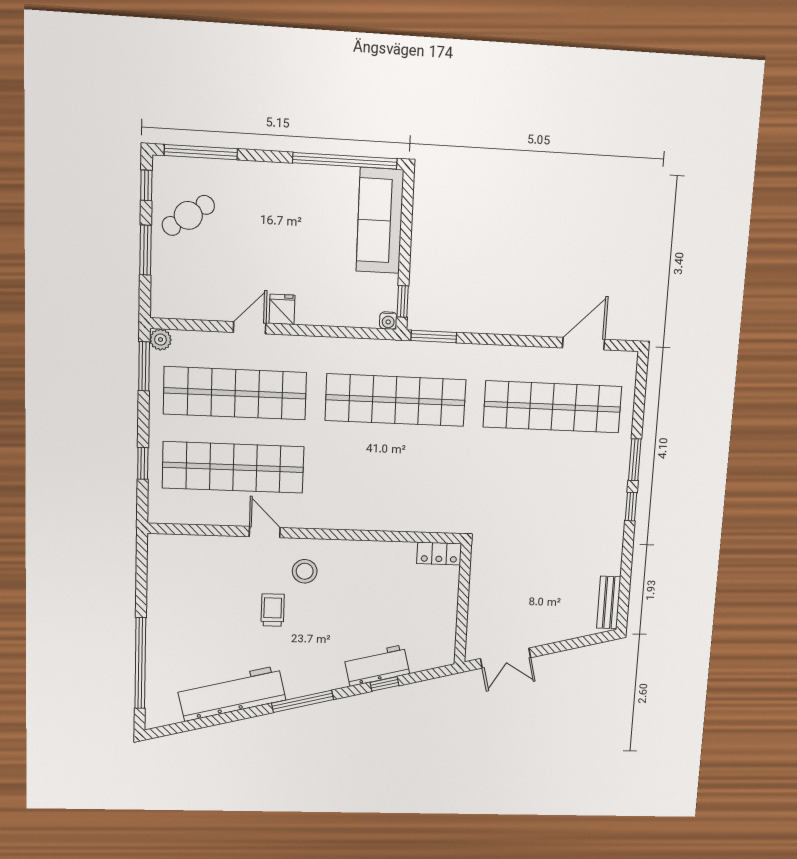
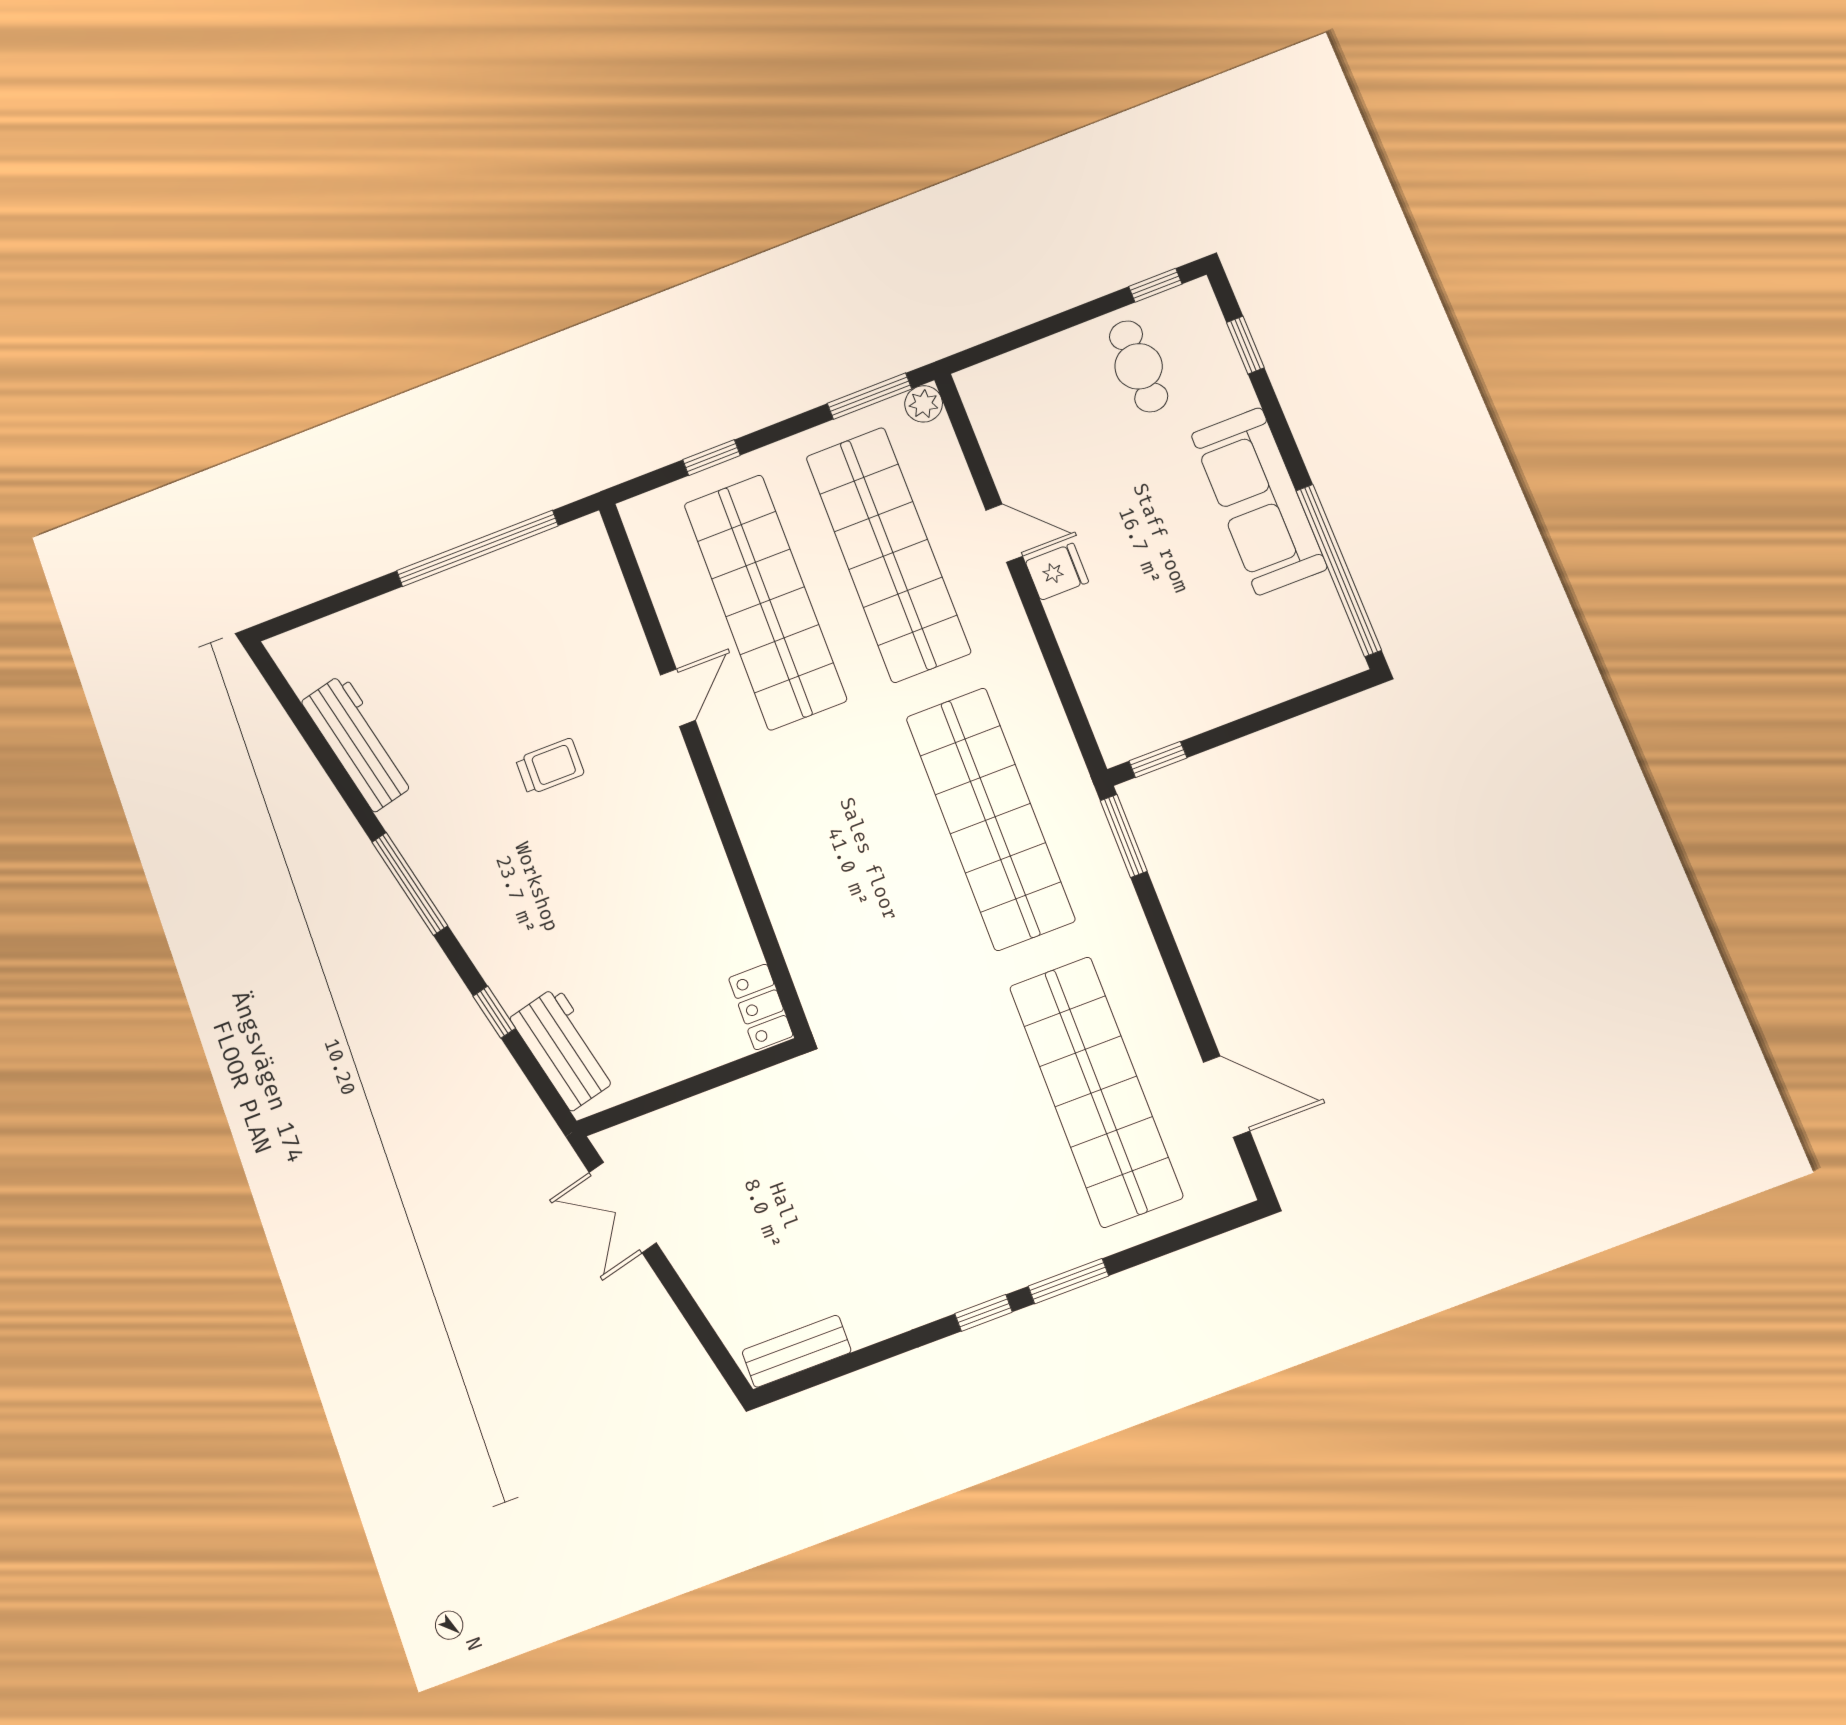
window: (201, 152) -> (1245, 345), width x0.46
cafe table: (188, 215) -> (1139, 366), turned 34
sofa: (380, 221) -> (1259, 501), moved, turned -90
window: (145, 250) -> (1054, 324), removed
water cooler: (388, 321) -> (1116, 749), removed
stool: (305, 571) -> (638, 792), removed
window: (140, 663) -> (477, 548), moved
workbench: (377, 665) -> (564, 1048), moved
workbench: (231, 693) -> (358, 743), width x0.73, depth x0.76

